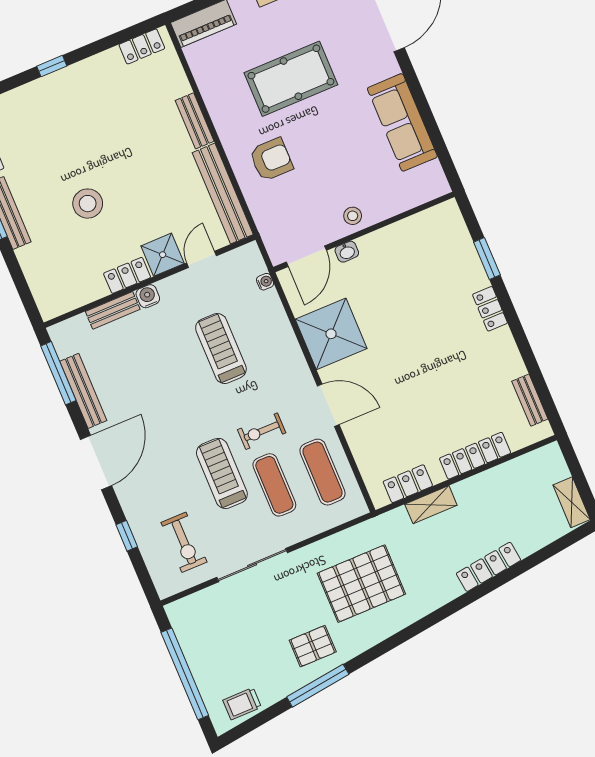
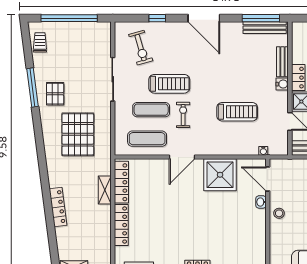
bench: (83, 391) -> (265, 28), moved
locker: (408, 484) -> (121, 182), width x1.53
exercise bike: (184, 542) -> (141, 48), turned -106

